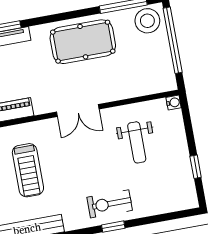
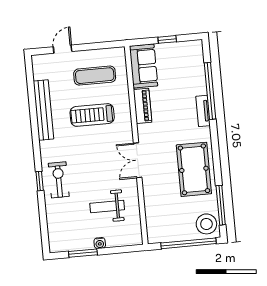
water cooler: (174, 103) -> (100, 243), moved
window: (196, 167) -> (83, 253), width x1.50

